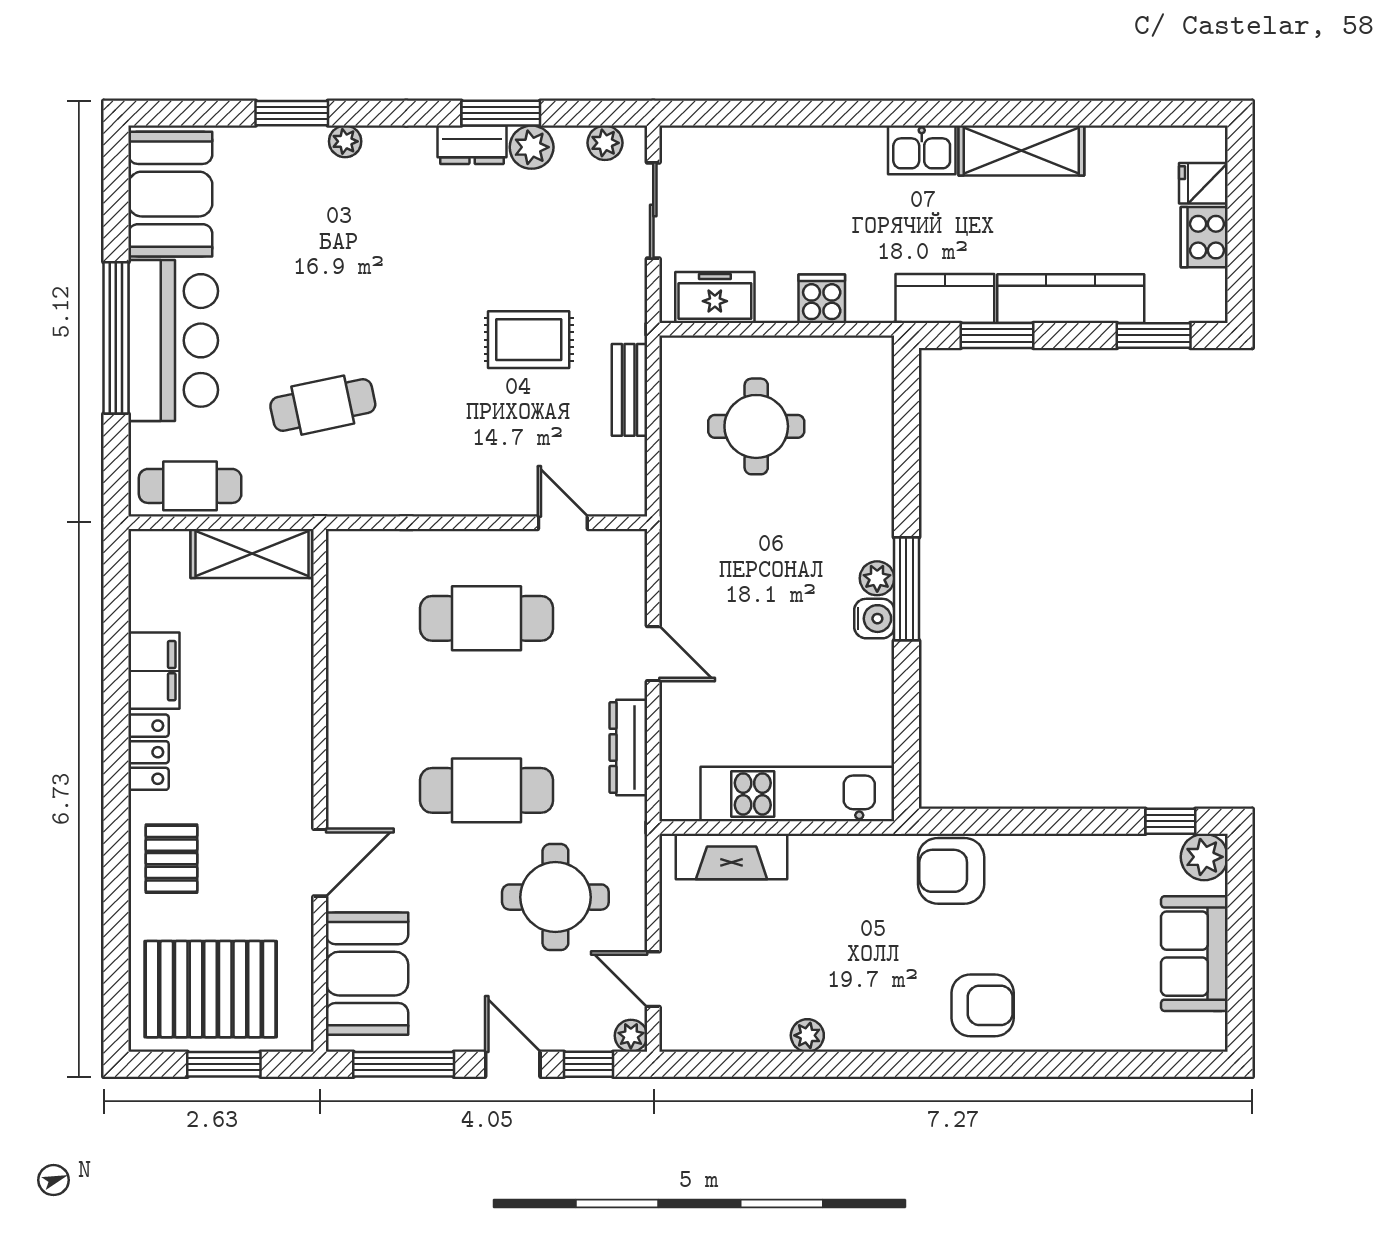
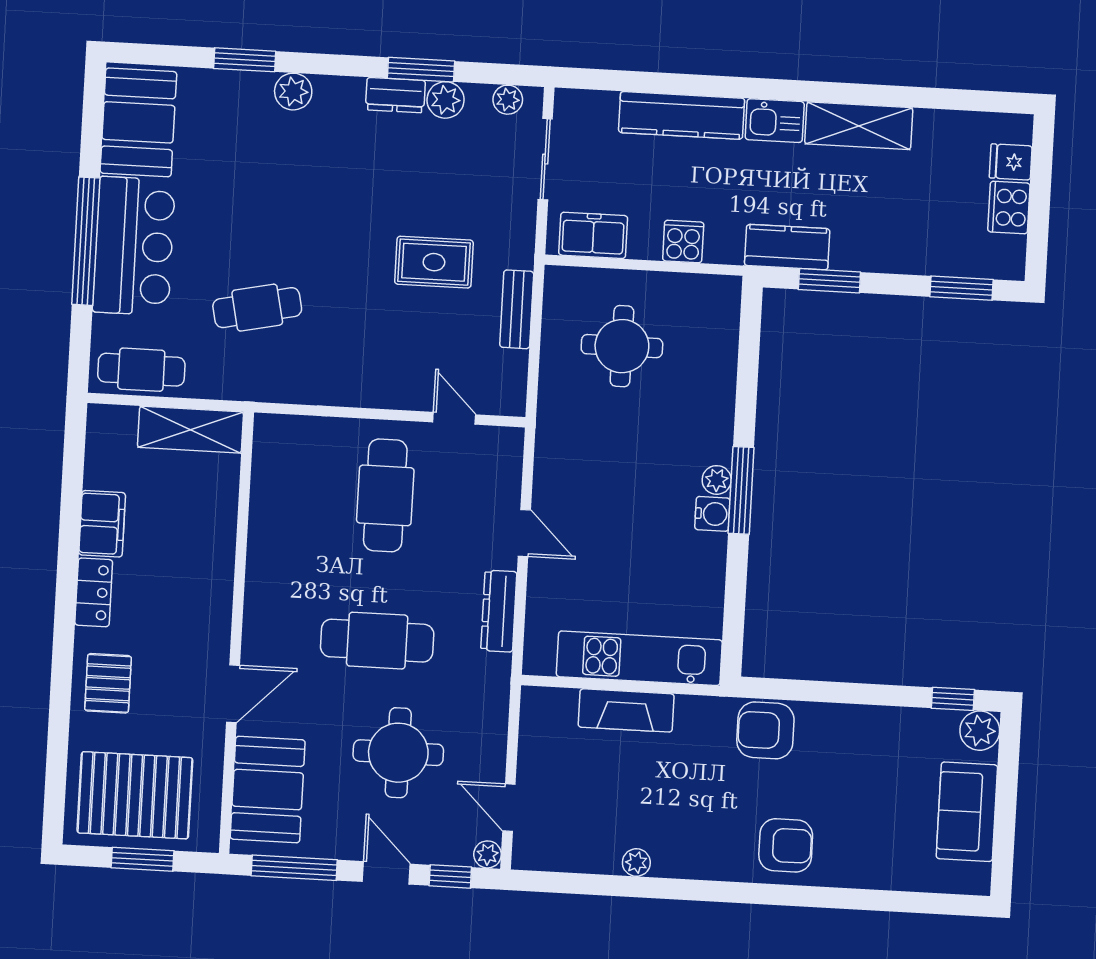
plant: (345, 141) -> (293, 92), width x1.38, depth x1.38
kitchen counter: (1071, 299) -> (682, 115), moved, turned 180
cafe table: (487, 618) -> (385, 495), turned 90
fireplace: (732, 856) -> (626, 710), moved
round table: (555, 897) -> (398, 753), moved

